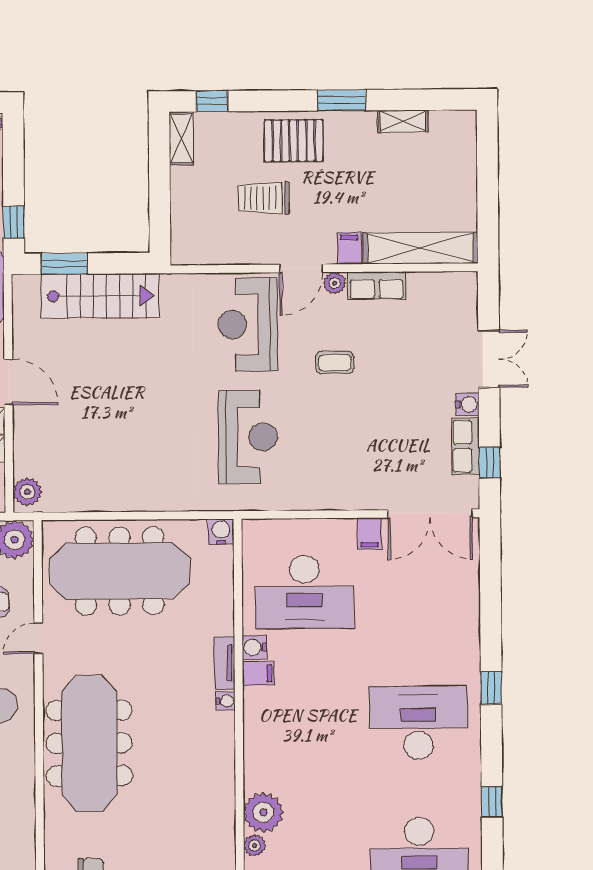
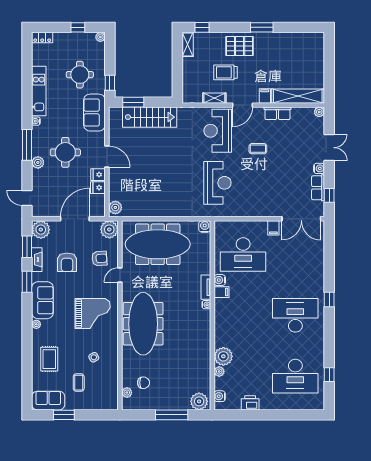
shelving: (403, 121) -> (214, 98), moved
plant: (335, 283) -> (319, 112), moved
window: (492, 802) -> (329, 375), moved

